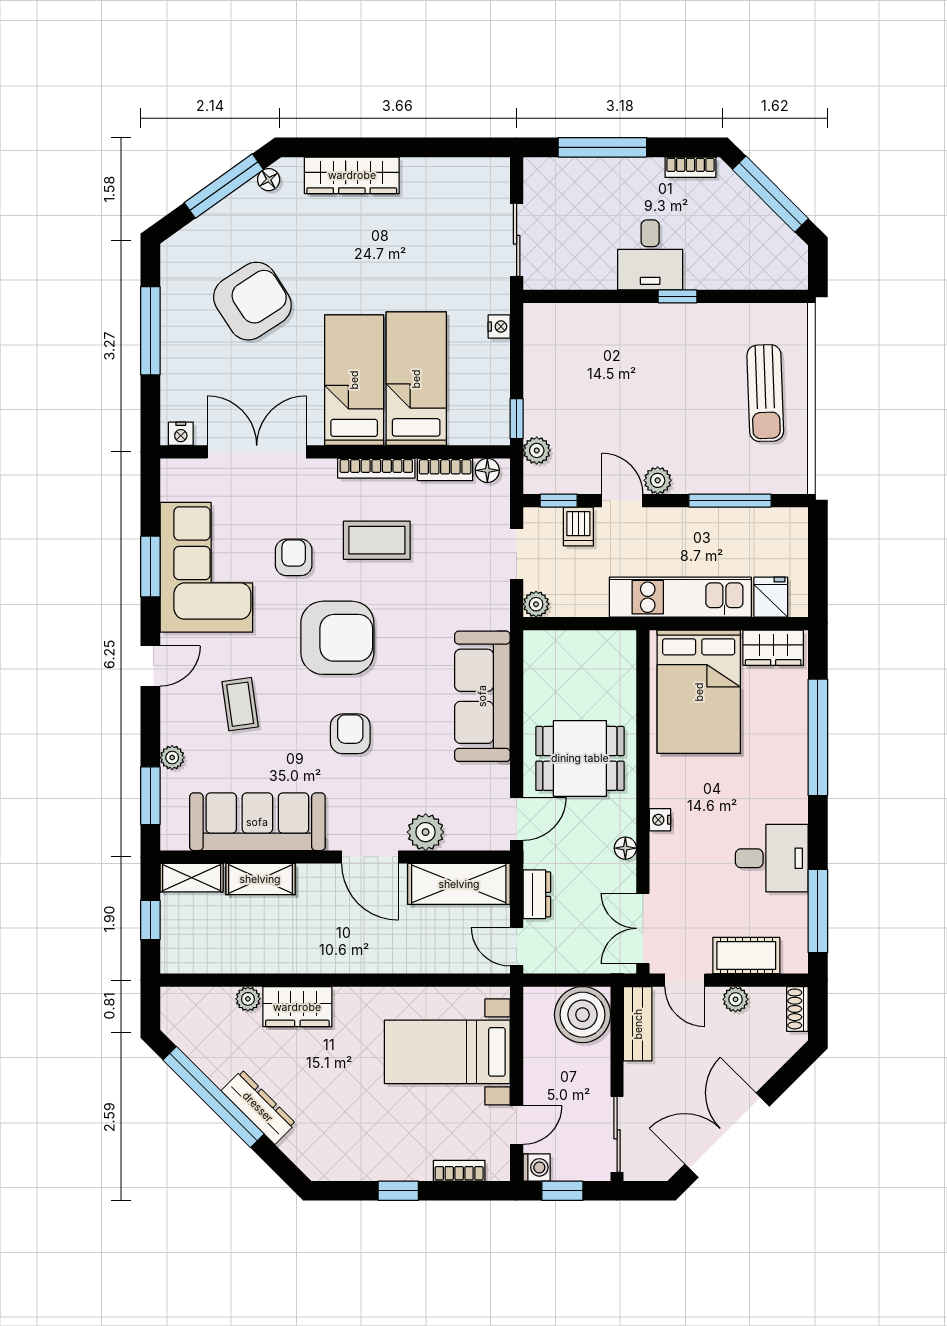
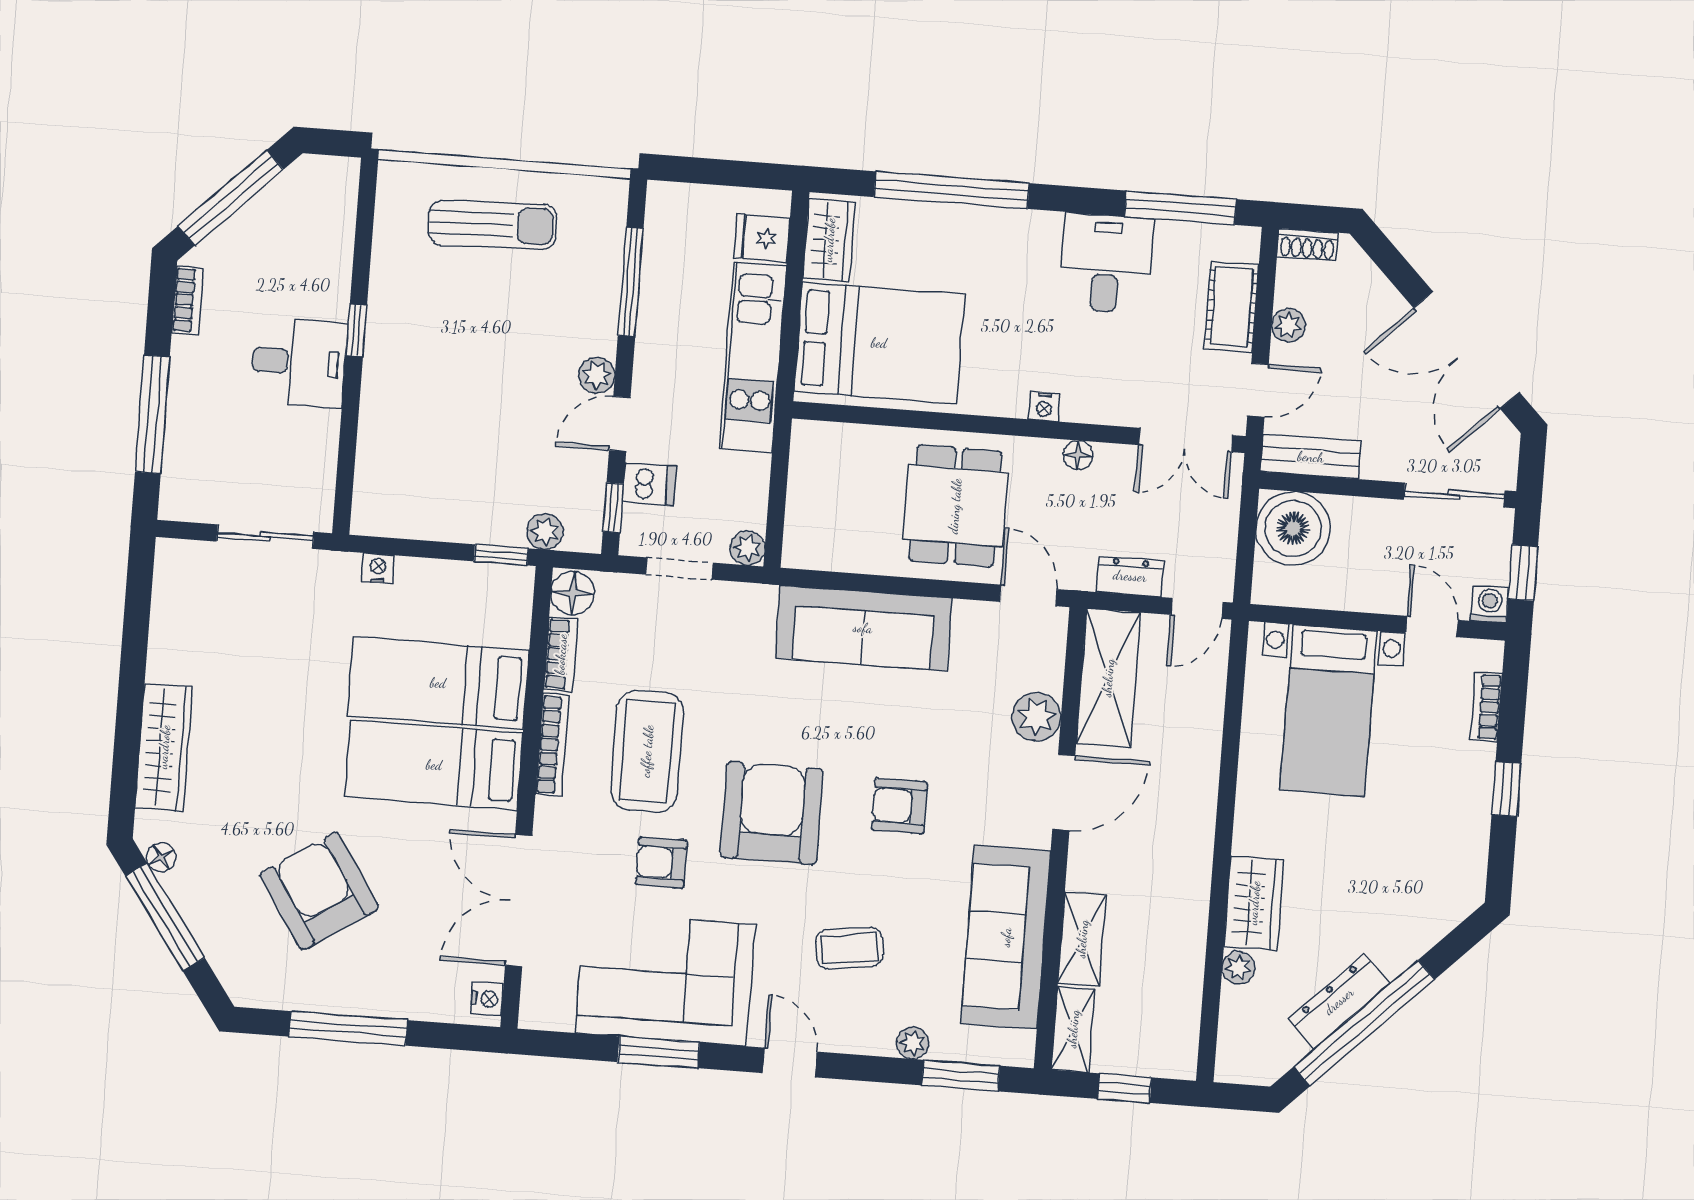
floor lamp: (487, 470) -> (573, 593), width x1.37, depth x1.37
coffee table: (377, 540) -> (647, 751), width x1.36, depth x1.32
dresser: (258, 1107) -> (1339, 1001), moved

